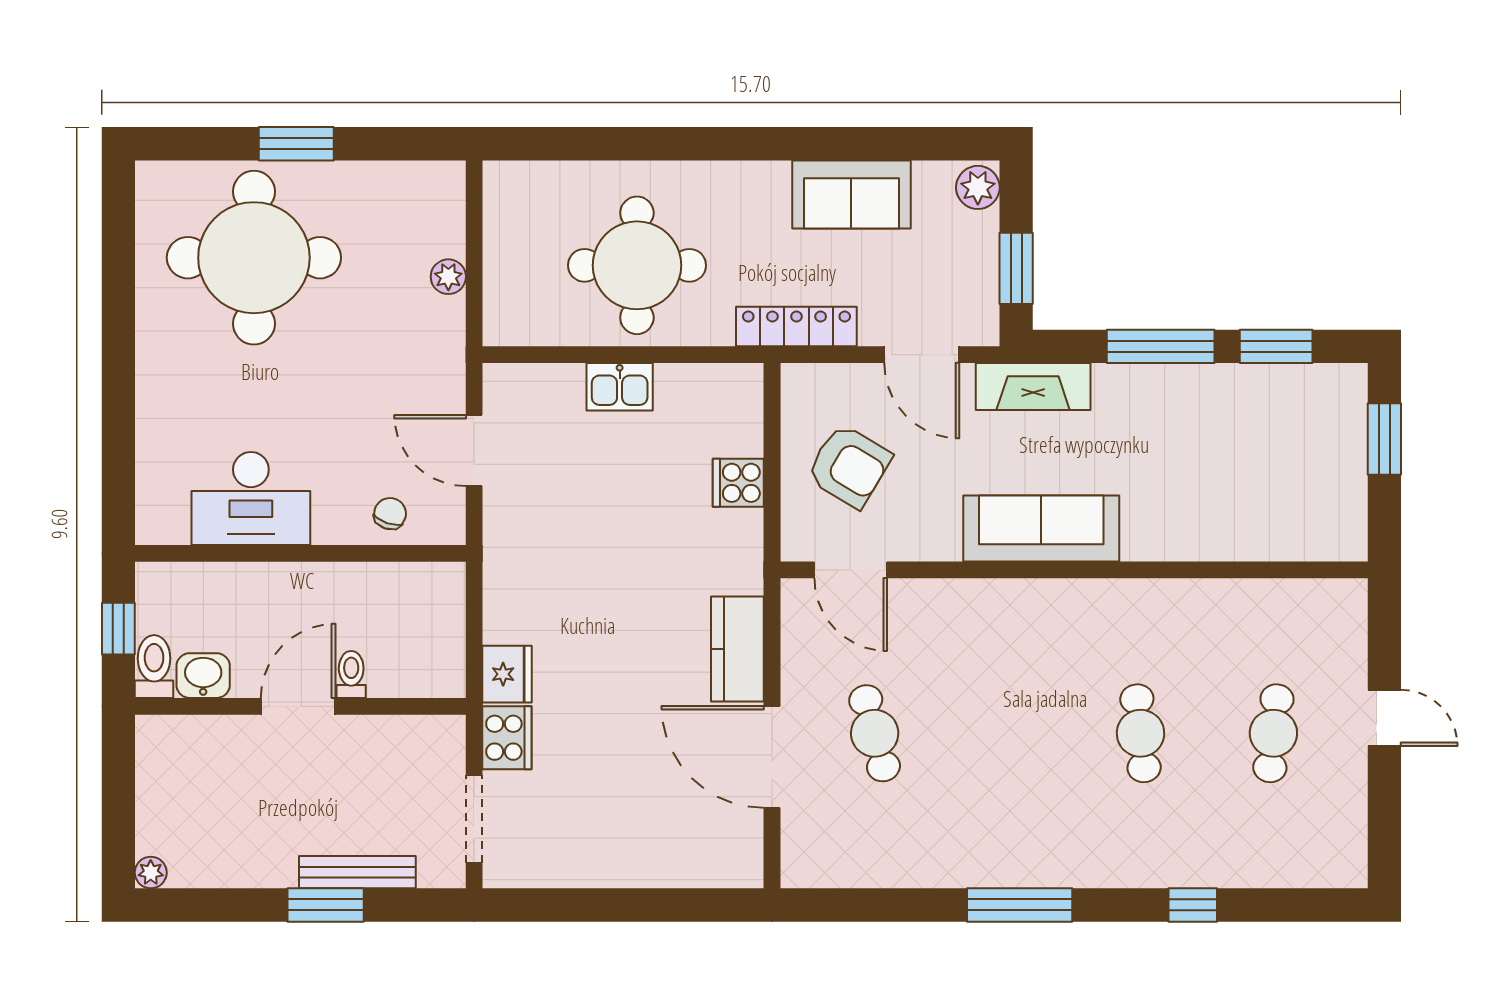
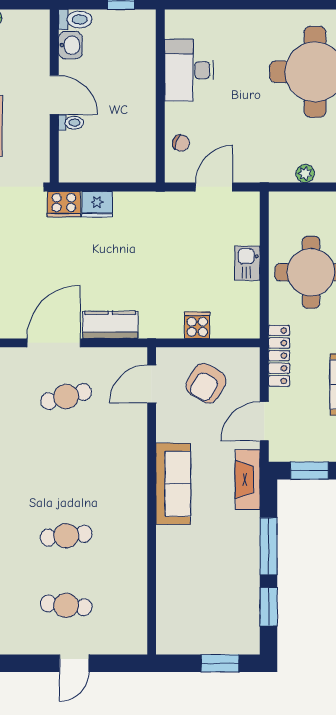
toilet: (154, 667) -> (75, 19), moved
toilet: (351, 674) -> (71, 123), moved
washbasin: (203, 676) -> (70, 45), moved
door: (298, 706) -> (54, 95), moved
wall: (300, 706) -> (54, 96), moved

